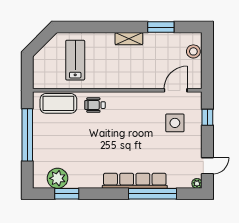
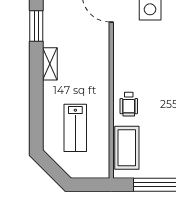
lab bench: (75, 60) -> (75, 128), turned -90

